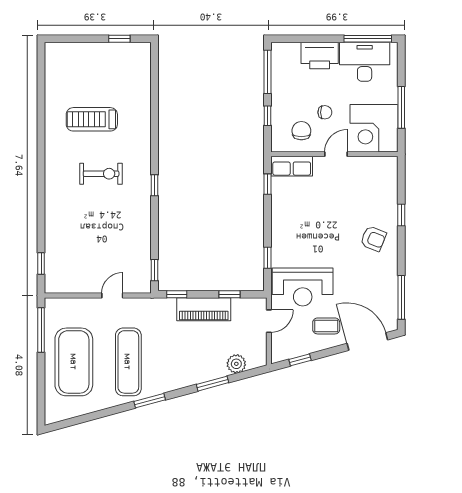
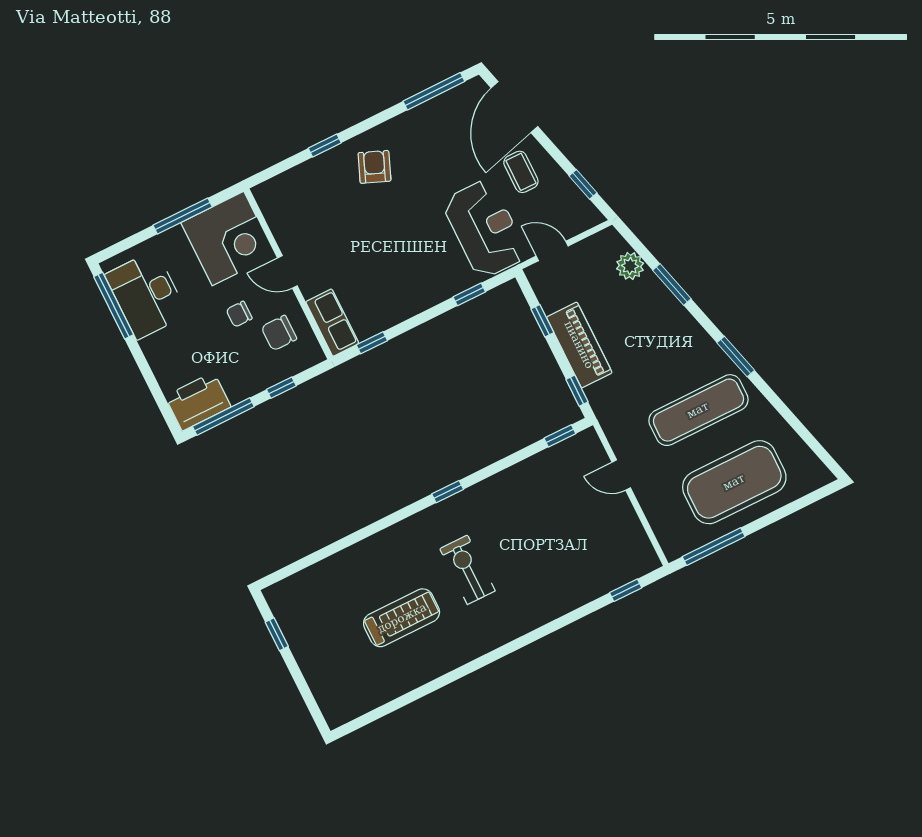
printer: (320, 56) -> (198, 401), moved, turned -90
chair: (325, 112) -> (239, 314), turned -90
treadmill: (92, 119) -> (402, 618), turned -90

